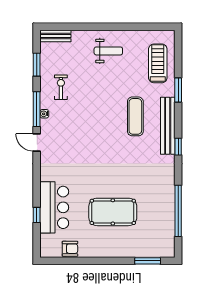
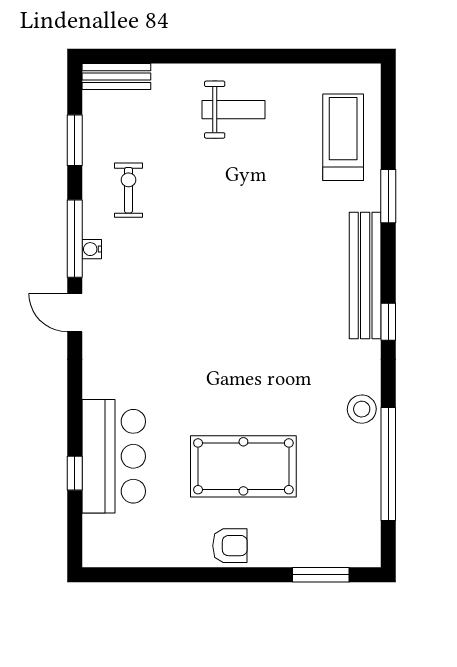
exercise mat: (135, 116) -> (293, 255), removed
stool: (166, 186) -> (362, 409), added
armchair: (70, 249) -> (230, 546), moved

